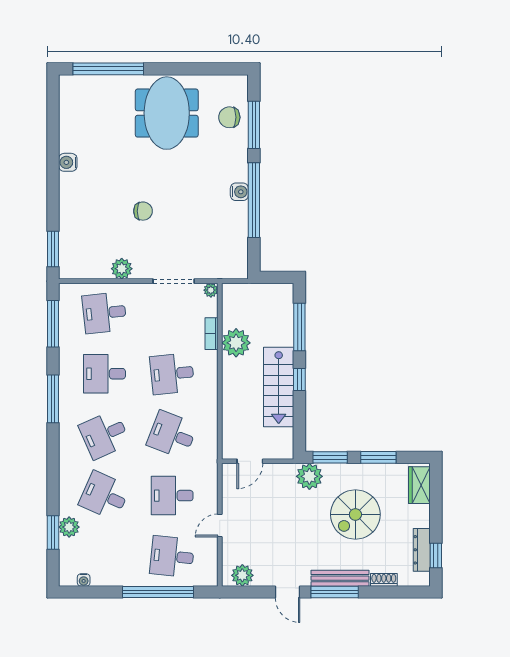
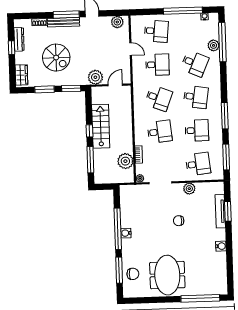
tv unit: (67, 226) -> (220, 211), added
window: (53, 249) -> (228, 211), moved
plant: (236, 343) -> (125, 161), moved
desk: (104, 435) -> (196, 97), turned 33
plant: (309, 476) -> (95, 77), moved
spiral stairs: (355, 514) -> (56, 58), turned 90
door: (220, 526) -> (131, 49), hinge flipped
window: (53, 533) -> (222, 42), width x2.11
window: (436, 556) -> (11, 48), moved
window: (158, 592) -> (183, 11), moved

